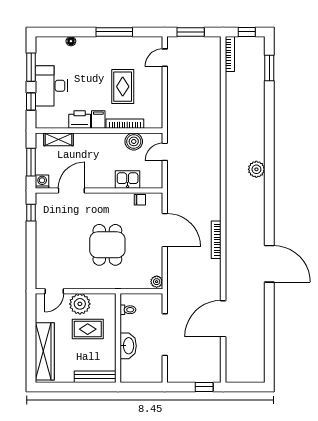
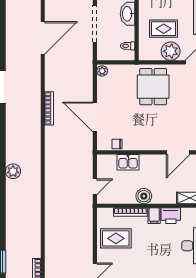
rug: (123, 87) -> (116, 238), moved, turned 90
boiler: (134, 141) -> (144, 196), moved
dining table: (107, 245) -> (153, 87), moved

